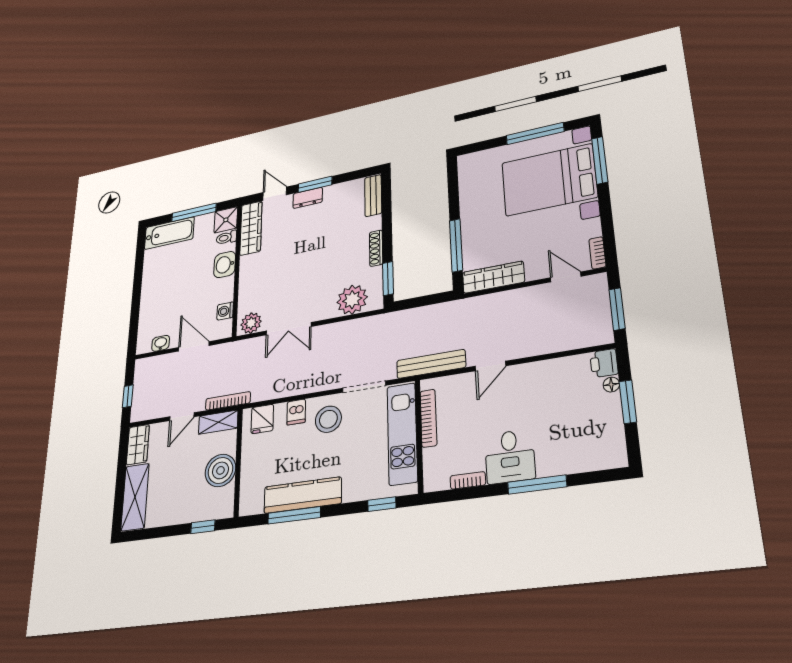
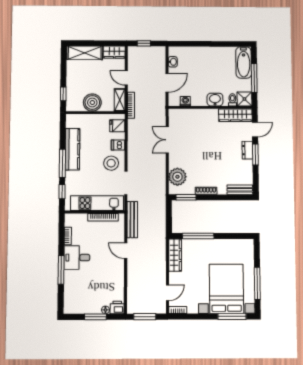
plant: (251, 323) -> (175, 117), removed
window: (294, 515) -> (62, 163), moved

